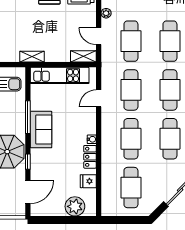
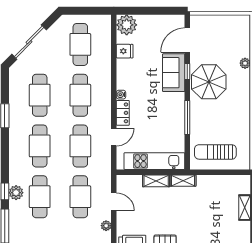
shelving: (83, 56) -> (156, 181), moved
sofa: (41, 130) -> (174, 73), moved
locker: (90, 157) -> (123, 113), moved
plant: (75, 206) -> (127, 25), moved

